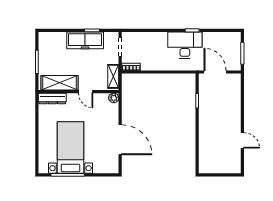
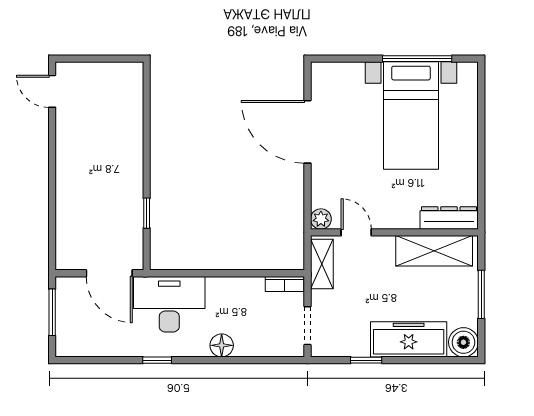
floor lamp: (161, 37) -> (222, 345), added
boiler: (45, 39) -> (463, 342), added
freezer: (85, 40) -> (409, 339), moved
desk: (185, 45) -> (169, 304), moved, turned 180
door: (86, 92) -> (356, 232), moved
door: (242, 140) -> (52, 91), moved

